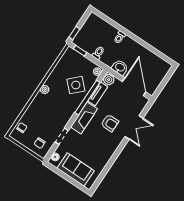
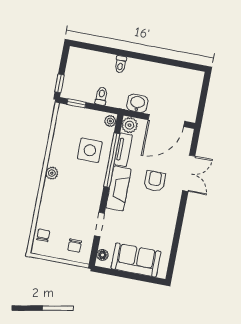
side table: (76, 85) -> (90, 150), turned 45
door: (134, 87) -> (166, 121), swing flipped
armchair: (110, 123) -> (155, 181), turned -91

